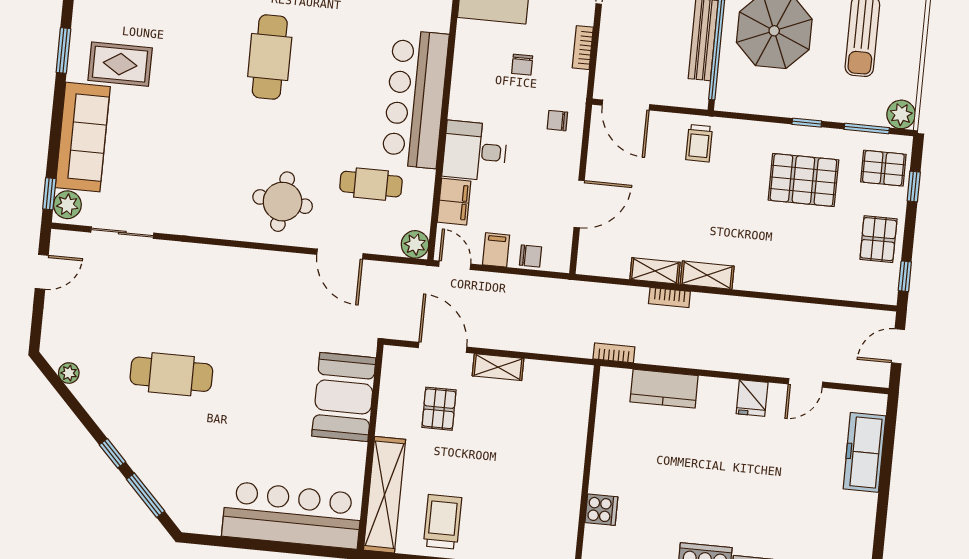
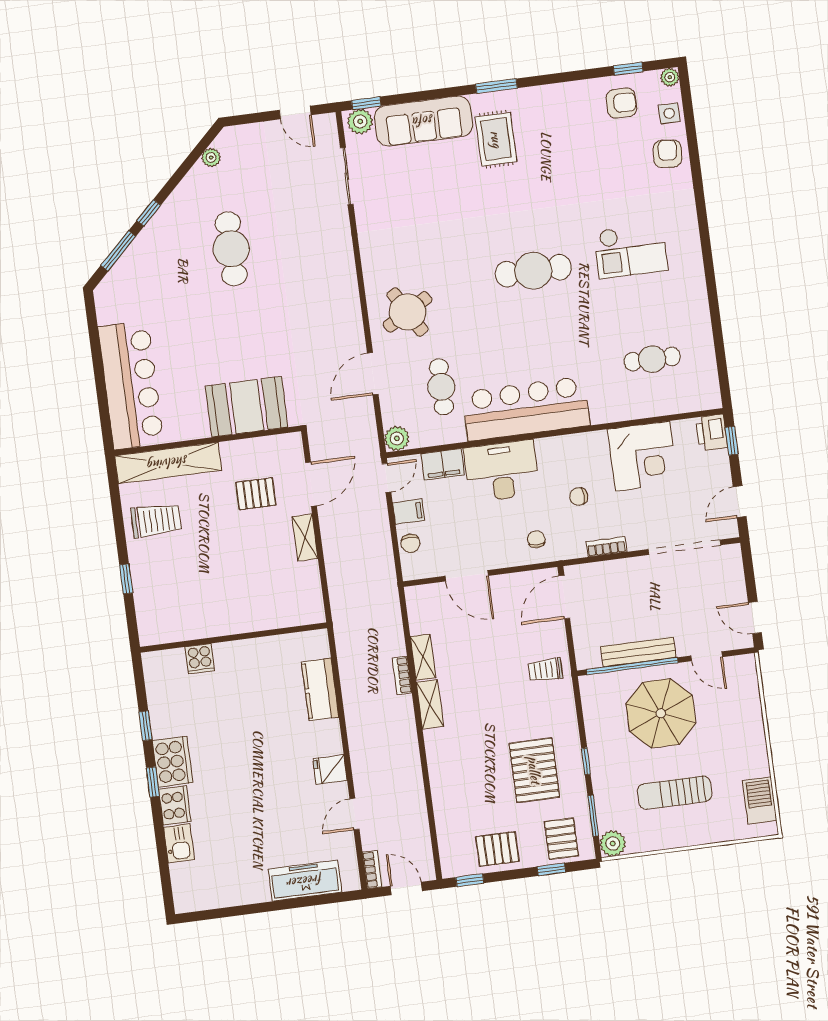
desk: (475, 151) -> (502, 471), width x1.37
round table: (283, 202) -> (407, 312), turned -36
bookcase: (614, 353) -> (372, 870), moved
door: (805, 383) -> (354, 814), hinge flipped

